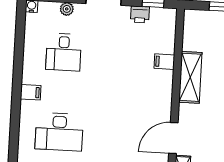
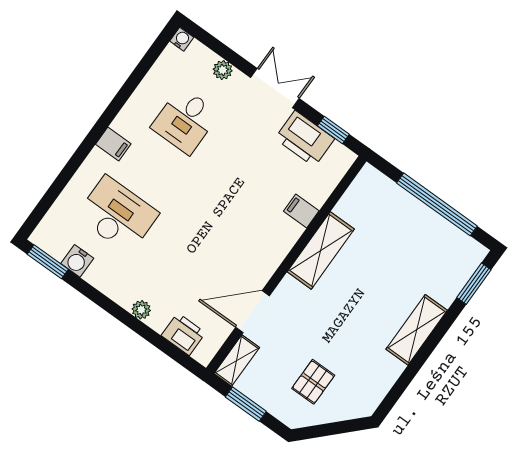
printer: (140, 14) -> (305, 139), width x1.87, depth x1.48
desk: (59, 132) -> (117, 215), turned 180

